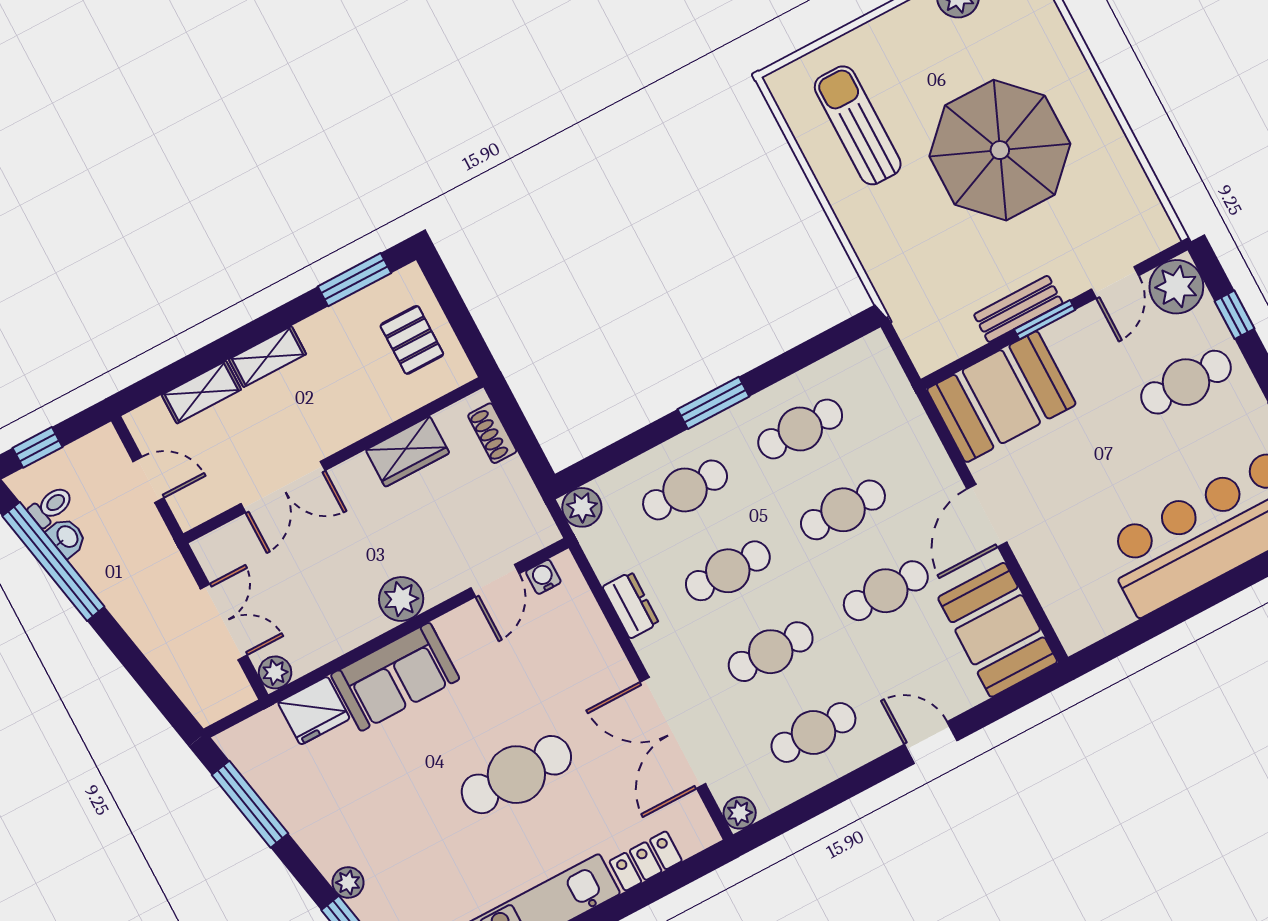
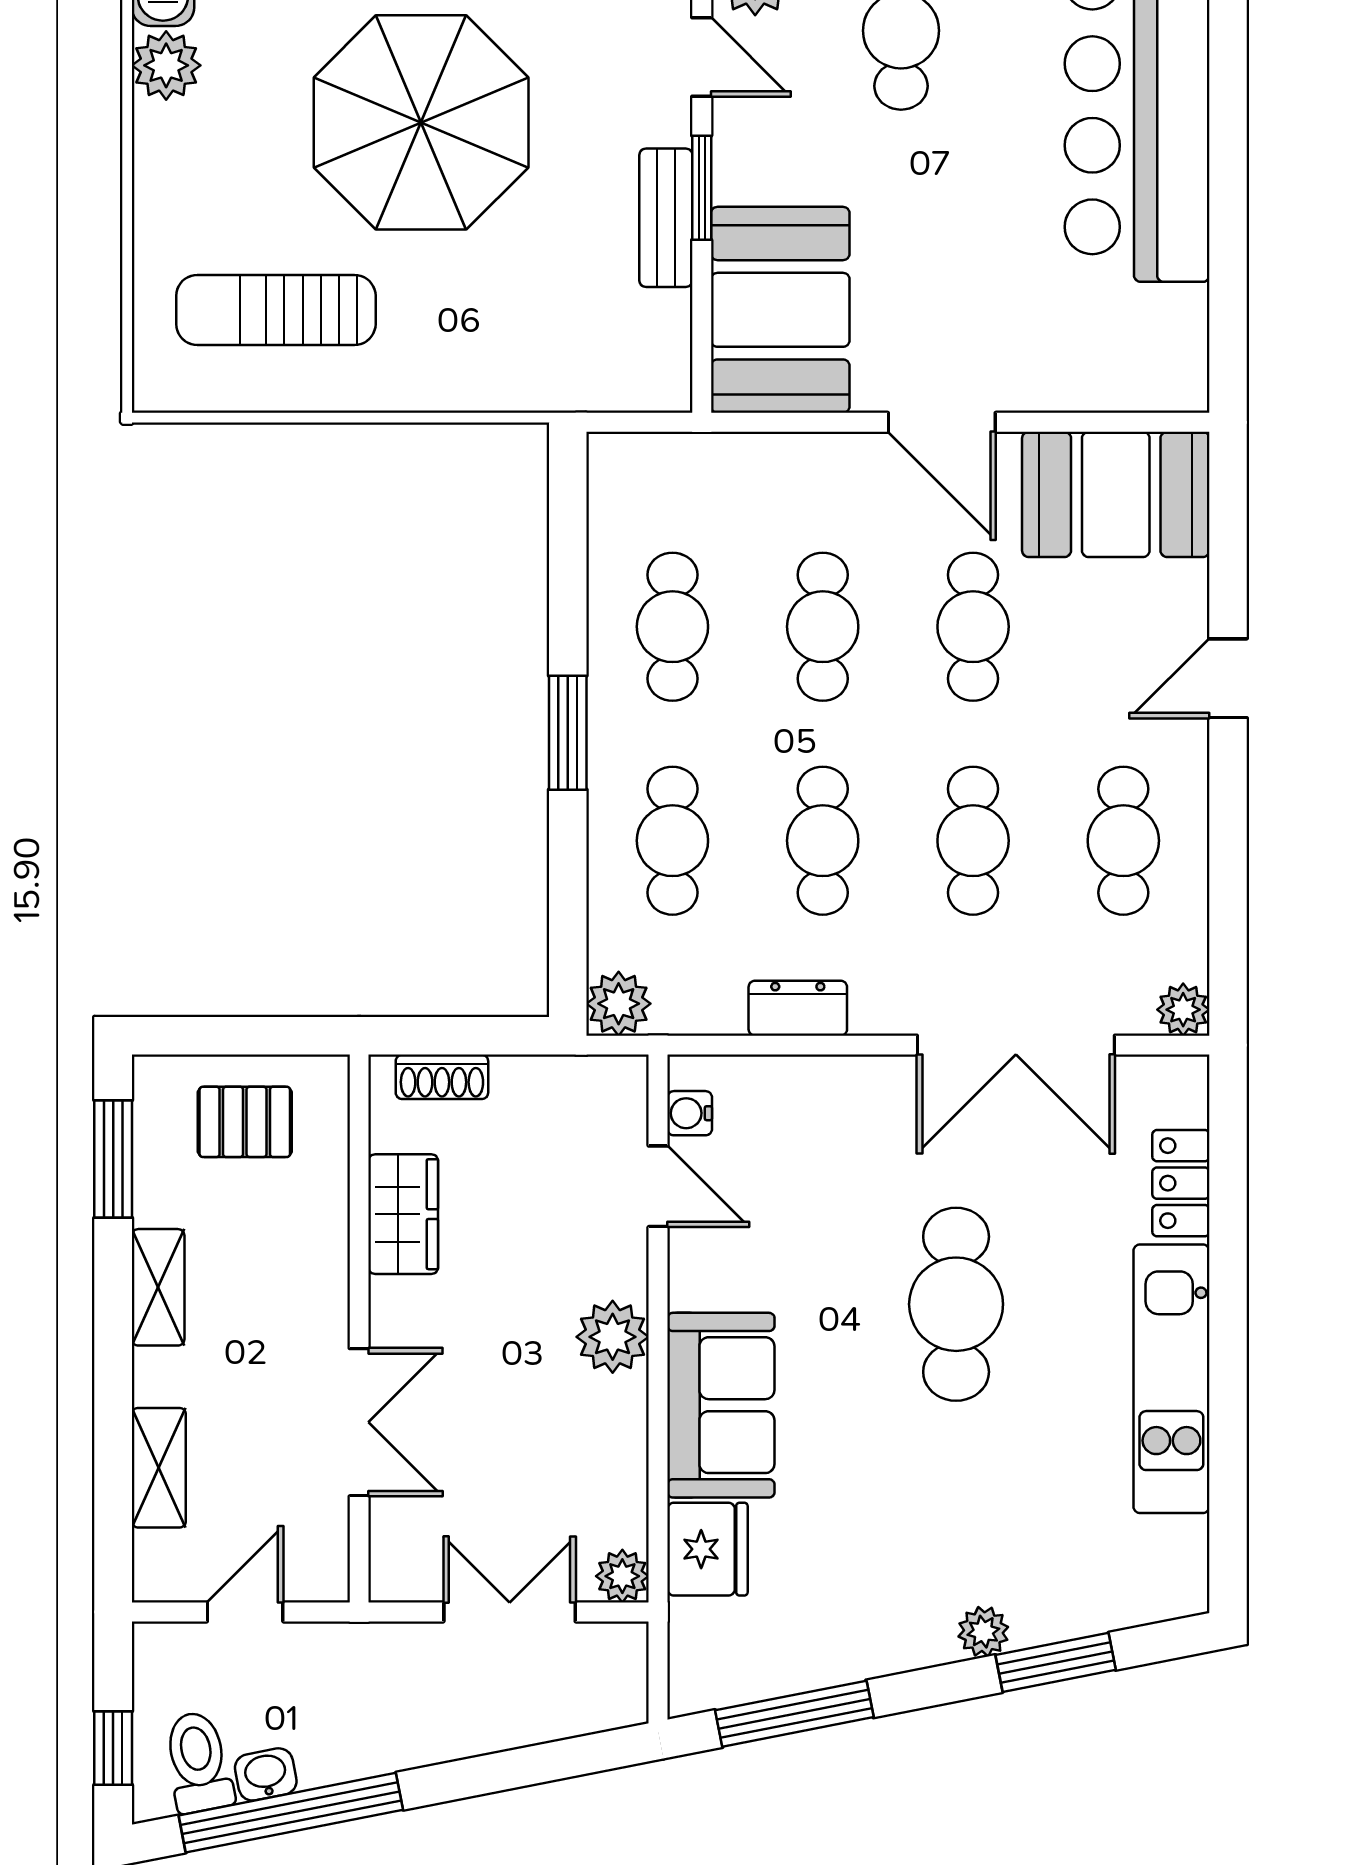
shelving: (267, 357) -> (158, 1287), moved
toilet: (51, 506) -> (198, 1762), width x1.37, depth x1.39

